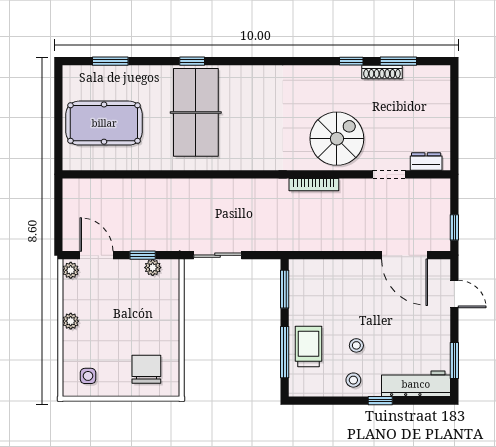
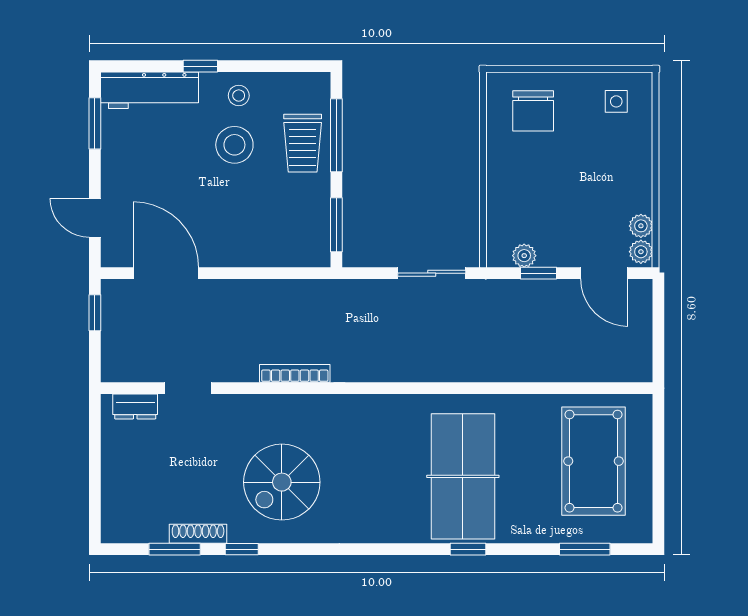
pool table: (104, 123) -> (594, 461), turned 90
spiral stairs: (337, 139) -> (282, 482), moved
plant: (71, 321) -> (641, 226), moved
stool: (356, 345) -> (234, 145), width x1.89, depth x1.89

